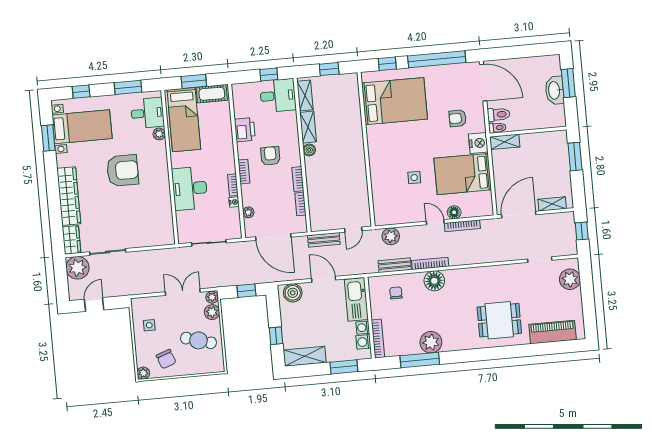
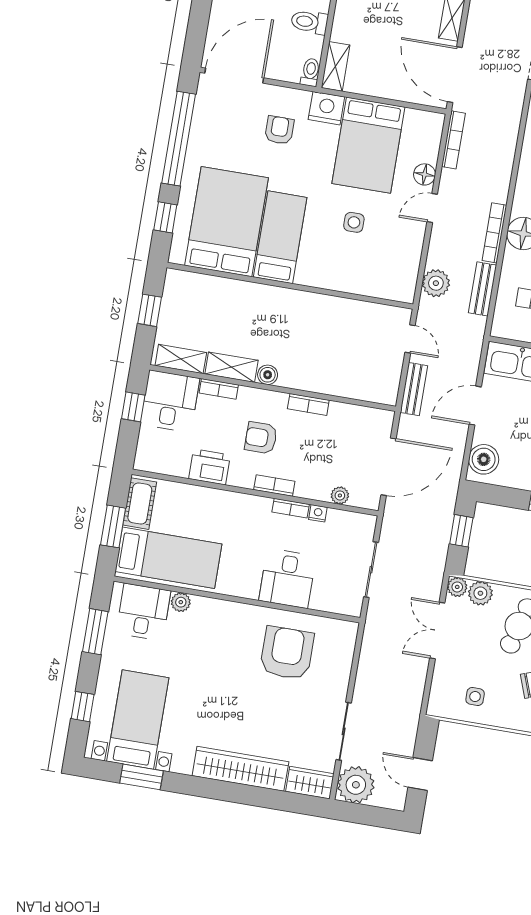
toilet: (499, 115) -> (309, 22), moved, turned -90
armchair: (458, 118) -> (279, 130), turned 180
bed: (394, 136) -> (280, 237), added
armchair: (123, 170) -> (287, 653), moved
desk: (190, 188) -> (287, 578), width x0.73
bookcase: (300, 204) -> (219, 389), moved
bookcase: (462, 226) -> (453, 140), moved

